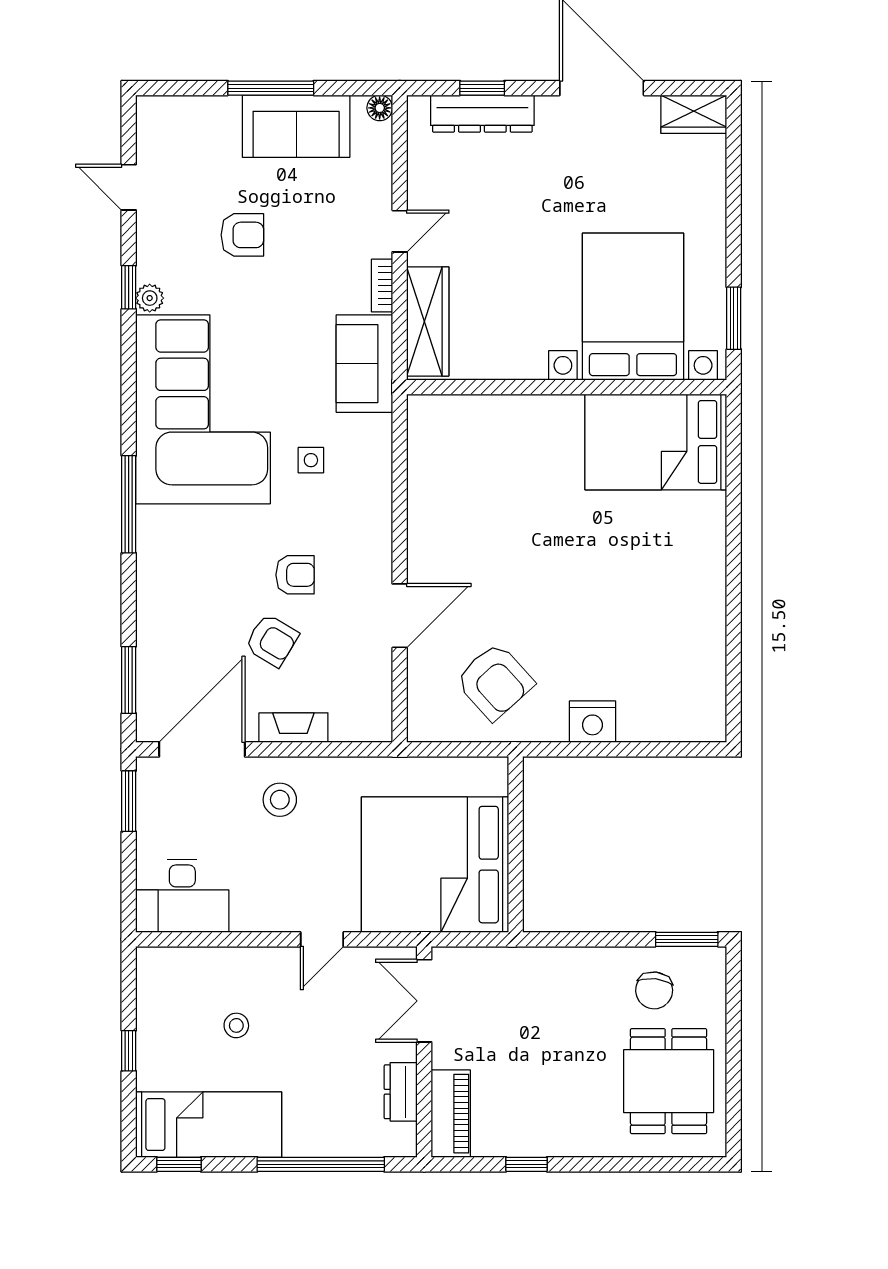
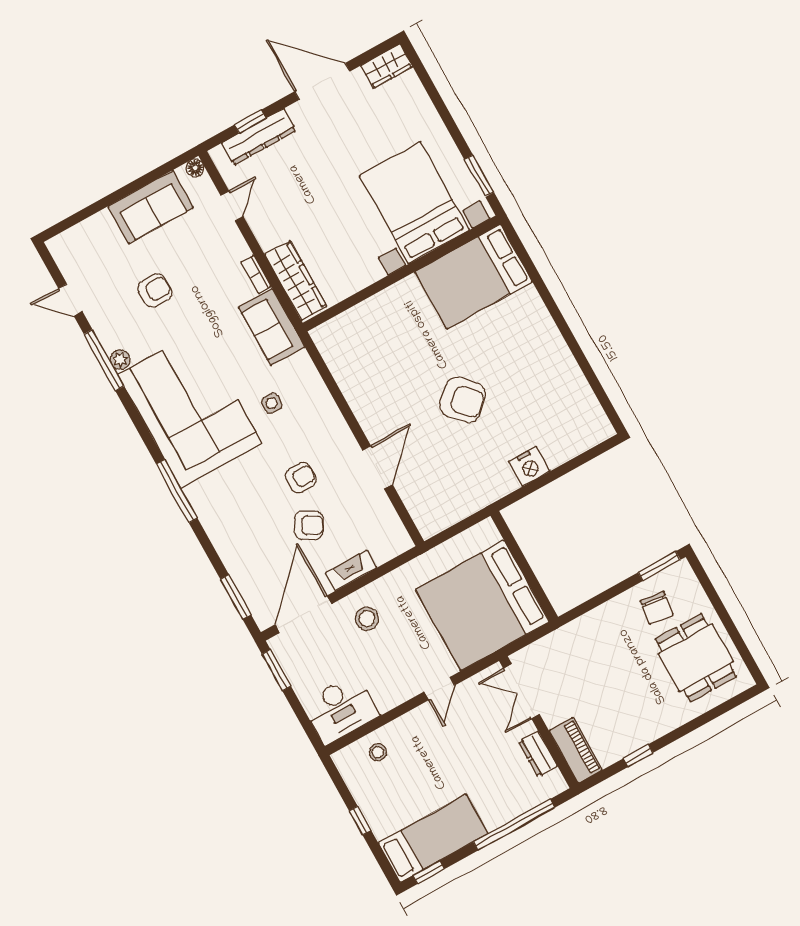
window: (271, 88) -> (123, 192), removed
door: (400, 231) -> (232, 206), moved
window: (129, 287) -> (104, 360), width x2.17
armchair: (495, 681) -> (463, 400), moved
stool: (236, 1025) -> (378, 752), moved

